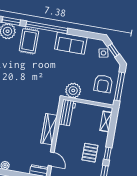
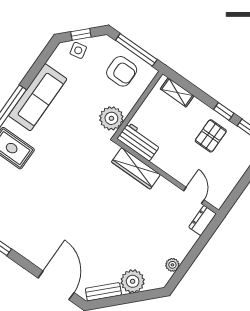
sofa: (71, 43) -> (38, 97), width x1.36
wardrobe: (49, 129) -> (136, 168), moved
pallet: (90, 153) -> (211, 136), turned 90
door: (51, 159) -> (194, 195), hinge flipped

